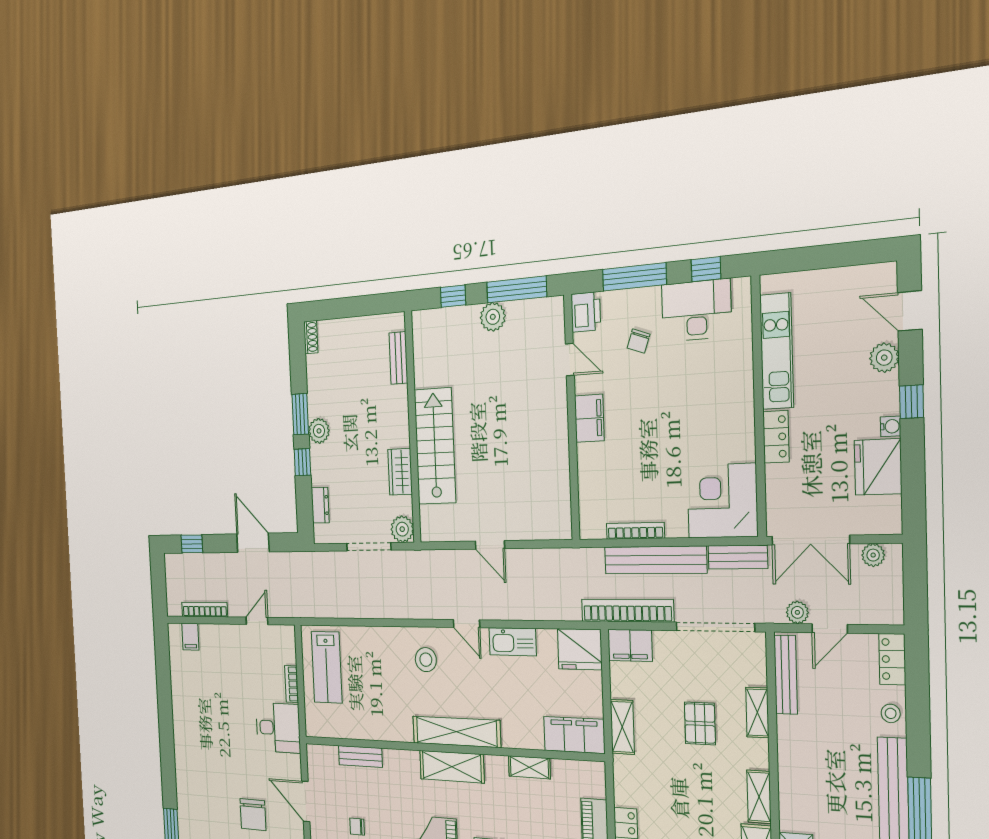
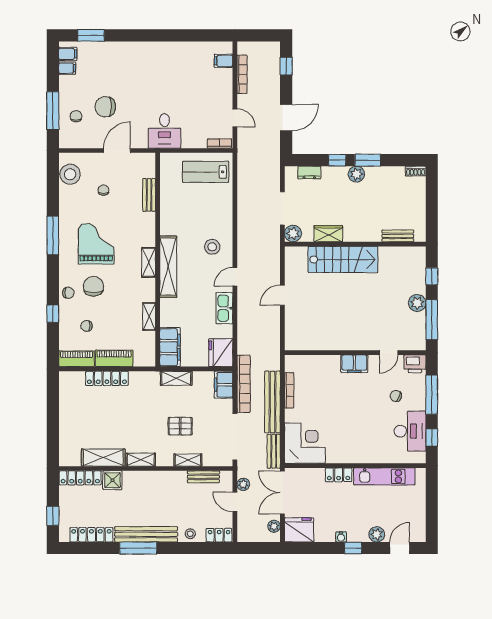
fridge: (878, 467) -> (299, 530), moved
bench: (786, 675) -> (203, 477), width x0.73
bookcase: (292, 684) -> (219, 143), moved
shelving: (452, 767) -> (149, 262), width x0.67, depth x0.75

